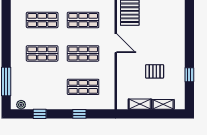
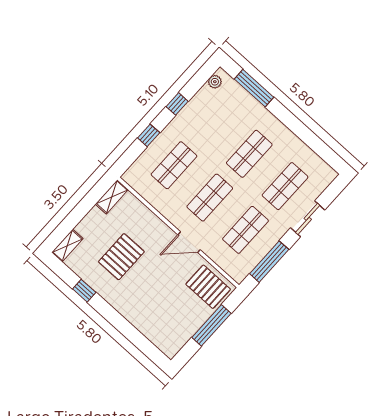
pallet: (155, 71) -> (121, 257), width x1.50, depth x1.42
shelving: (140, 104) -> (112, 197), moved
shelving: (163, 104) -> (67, 246), moved
window: (40, 114) -> (177, 104), moved

